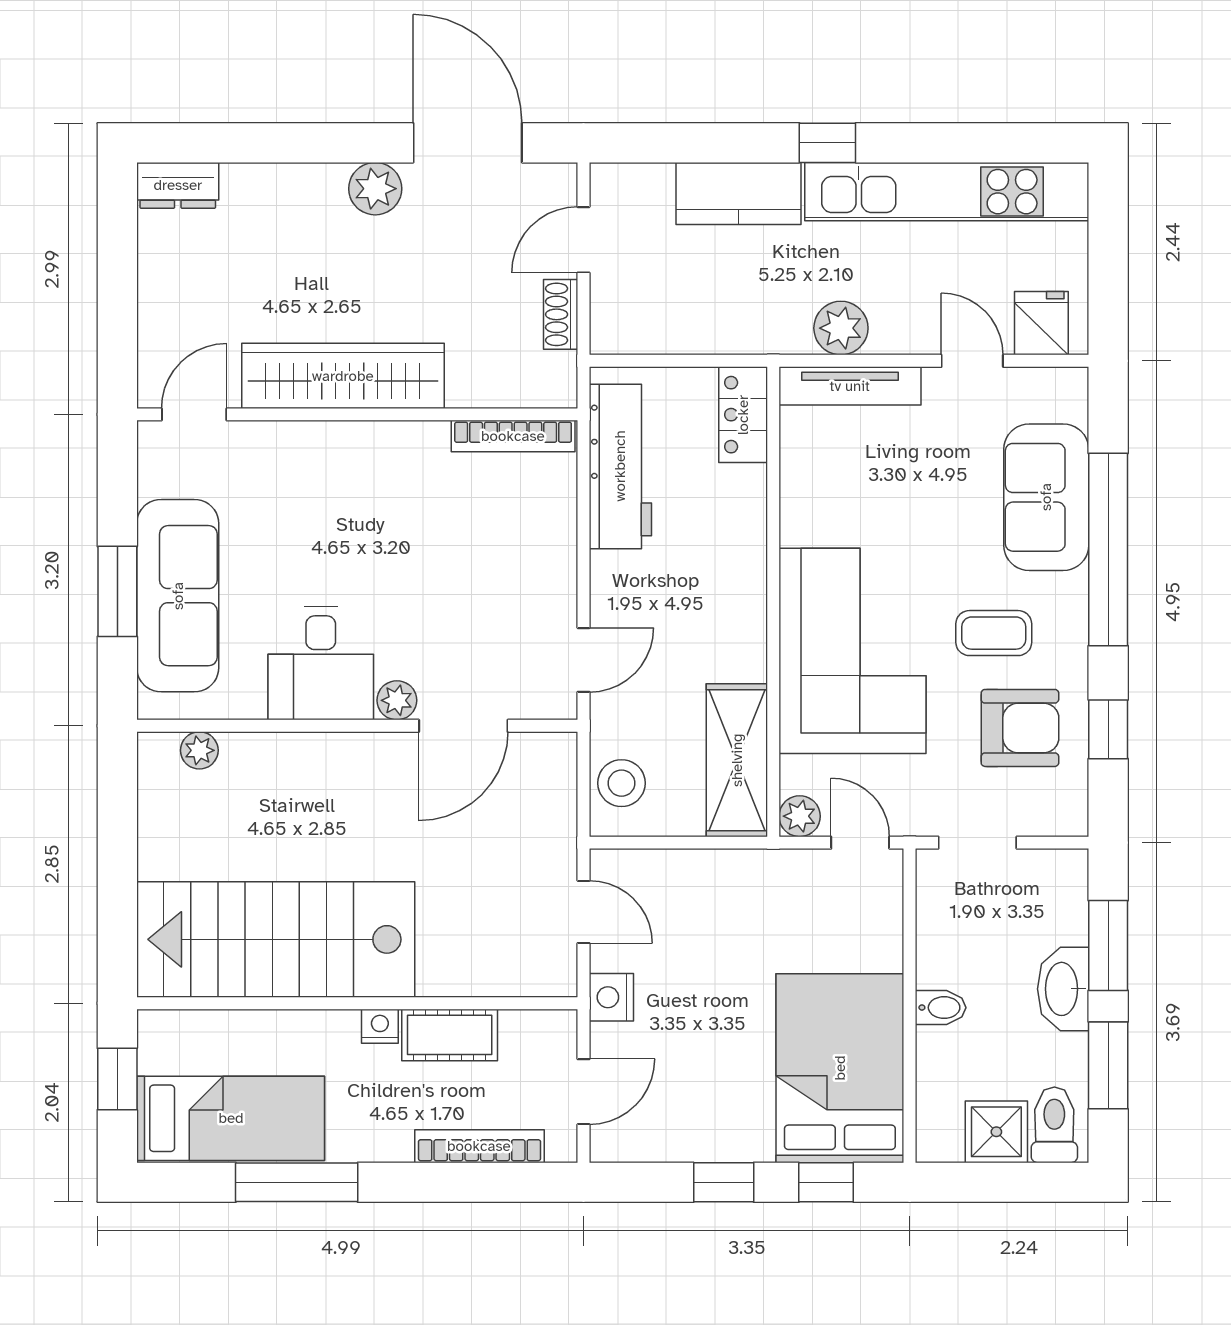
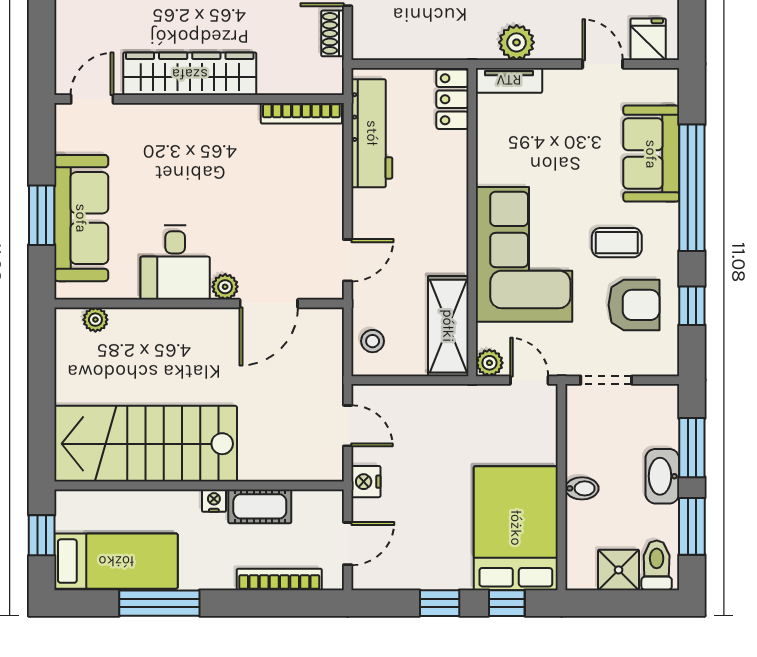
tv unit: (850, 386) -> (509, 80), width x0.71
stool: (621, 783) -> (373, 341), width x0.73, depth x0.73

